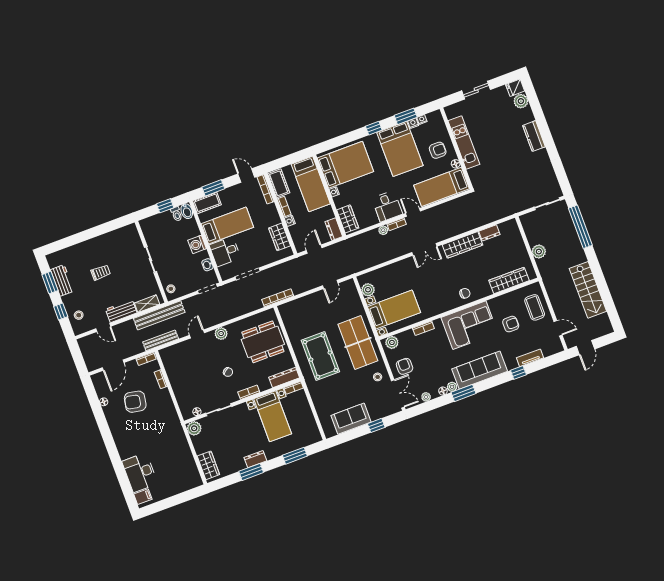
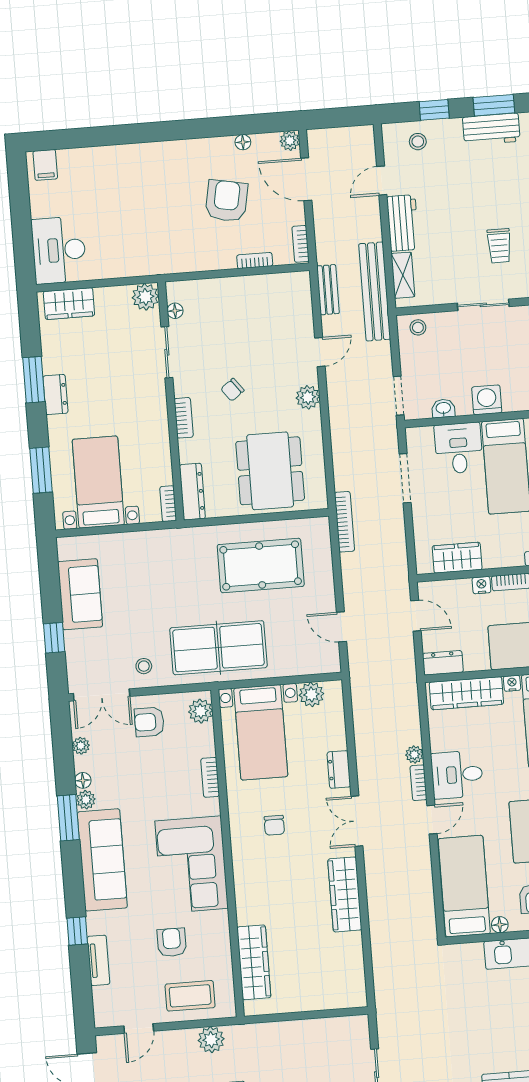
wardrobe: (348, 219) -> (466, 693), width x1.50
dresser: (489, 233) -> (339, 769), moved
plant: (539, 252) -> (211, 1040), moved
trolley: (101, 273) -> (499, 246), moved
chair: (465, 293) -> (274, 825), moved
armchair: (511, 324) -> (172, 942), turned 180
door: (197, 334) -> (320, 352), hinge flipped
bench: (161, 340) -> (328, 290), width x0.73
pool table: (320, 356) -> (261, 565), moved
armchair: (405, 366) -> (149, 722), turned 180
plant: (96, 379) -> (290, 141), added
bed with nightstands: (273, 416) -> (98, 482), moved, turned 90
desk: (140, 473) -> (59, 250), moved, turned -90

